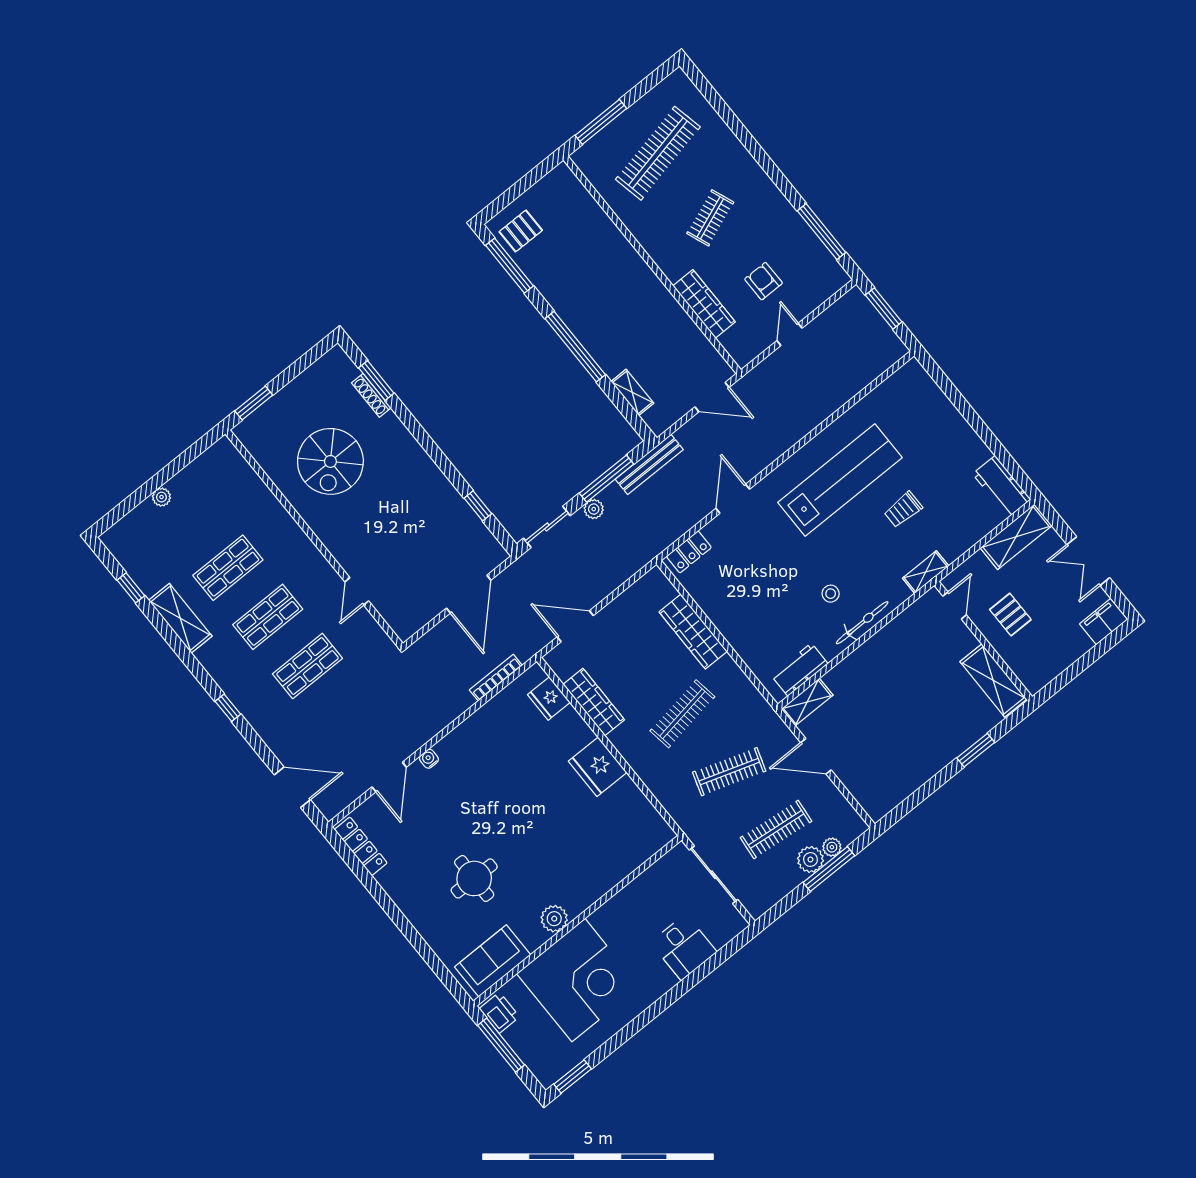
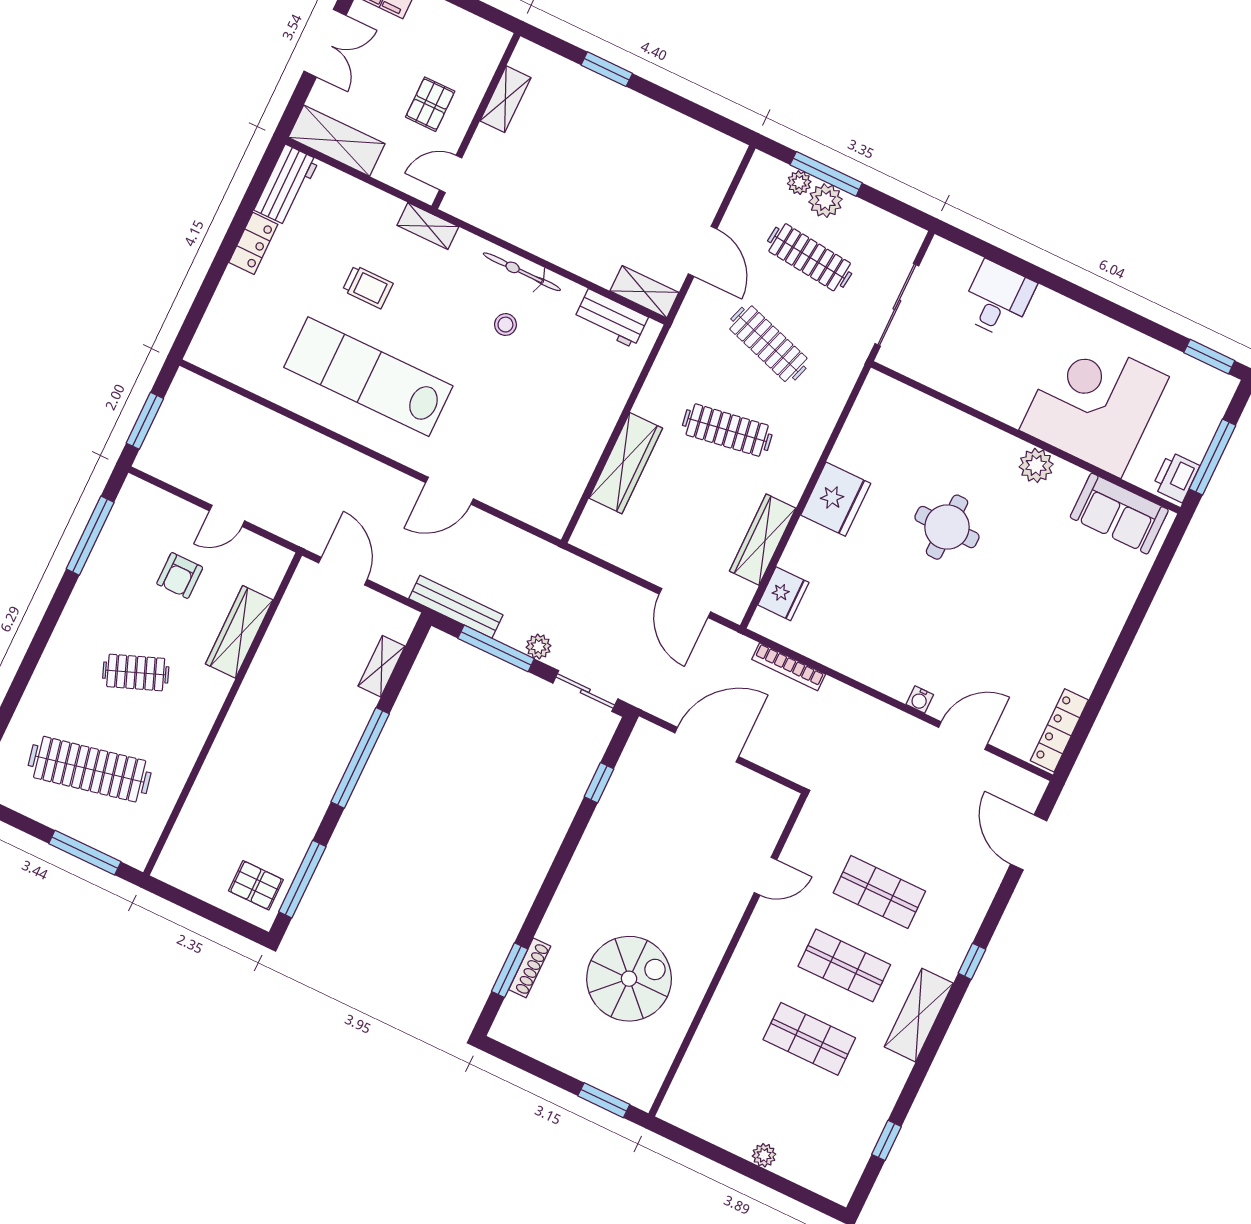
locker: (689, 552) -> (253, 243), moved, turned 90
shelving: (180, 618) -> (919, 1015), moved
shelving: (993, 680) -> (505, 99), width x0.67, depth x0.75
round table: (474, 878) -> (947, 527), moved

